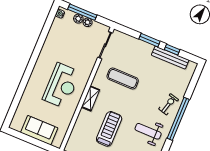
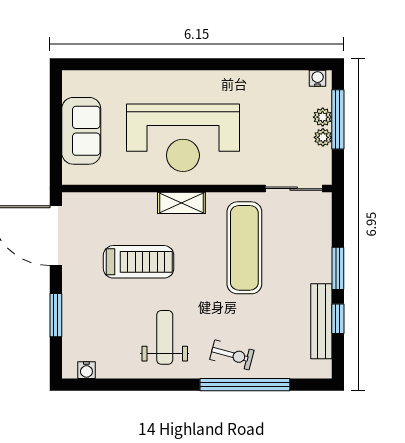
exercise mat: (123, 78) -> (244, 248), width x1.36, depth x1.45
reception desk: (61, 86) -> (183, 138), width x1.36, depth x1.30
window: (178, 119) -> (245, 385), moved

